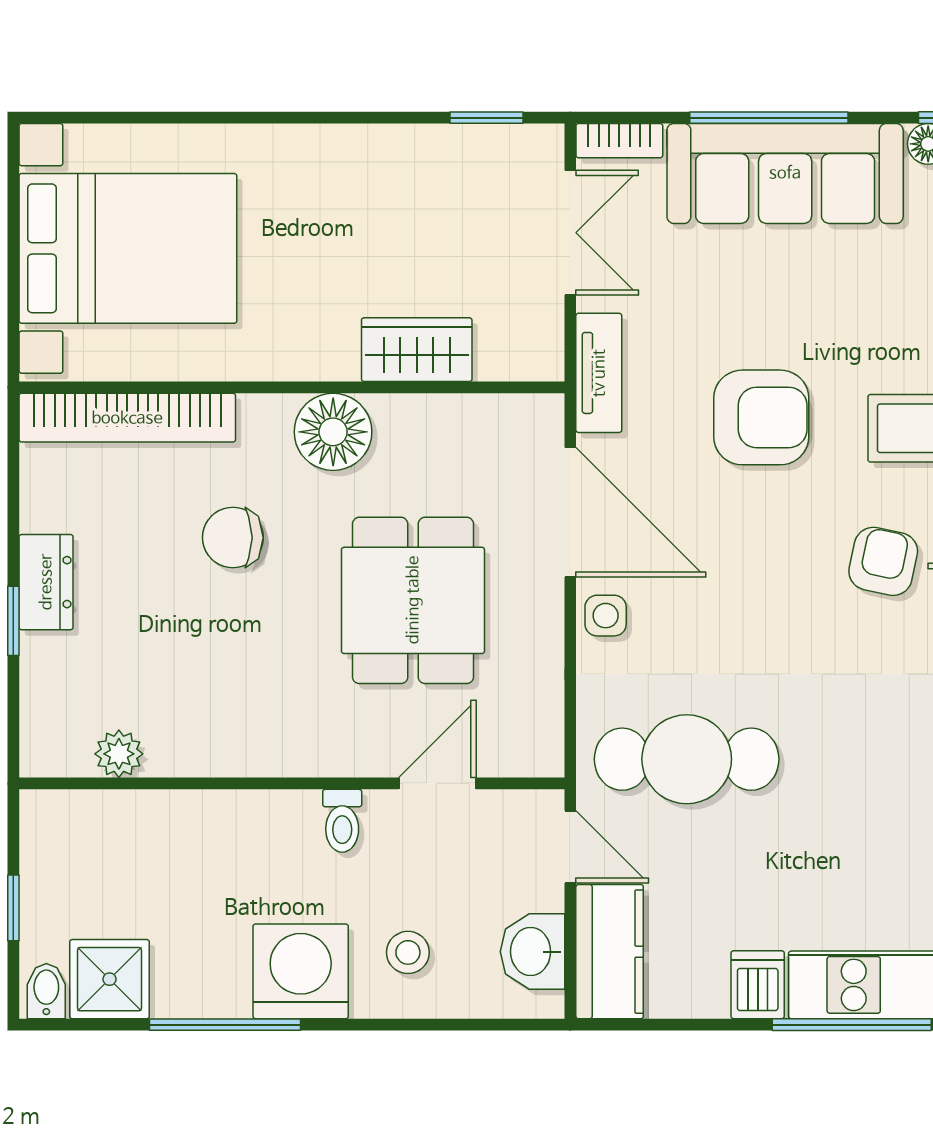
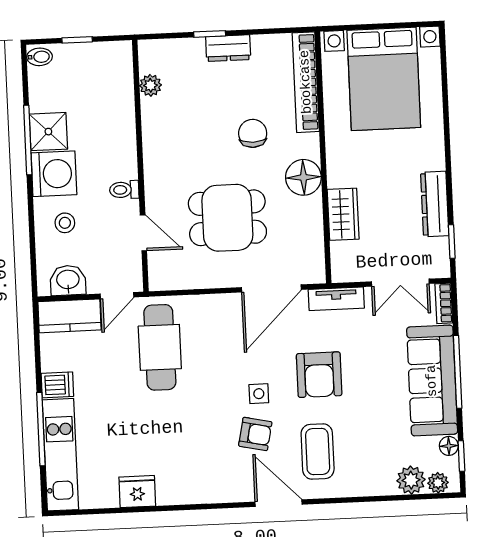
dresser: (404, 151) -> (435, 204), added
side table: (606, 616) -> (259, 394), moved
shower: (110, 979) -> (48, 132), moved

